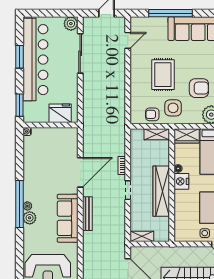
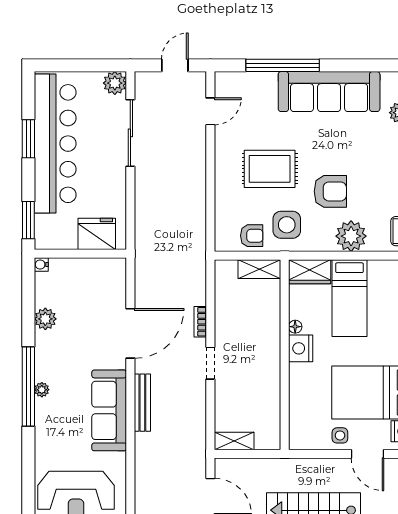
rug: (163, 75) -> (270, 169), turned 90
armchair: (152, 114) -> (252, 236), turned 180
wardrobe: (161, 191) -> (267, 365), removed
plant: (30, 218) -> (45, 319), moved

